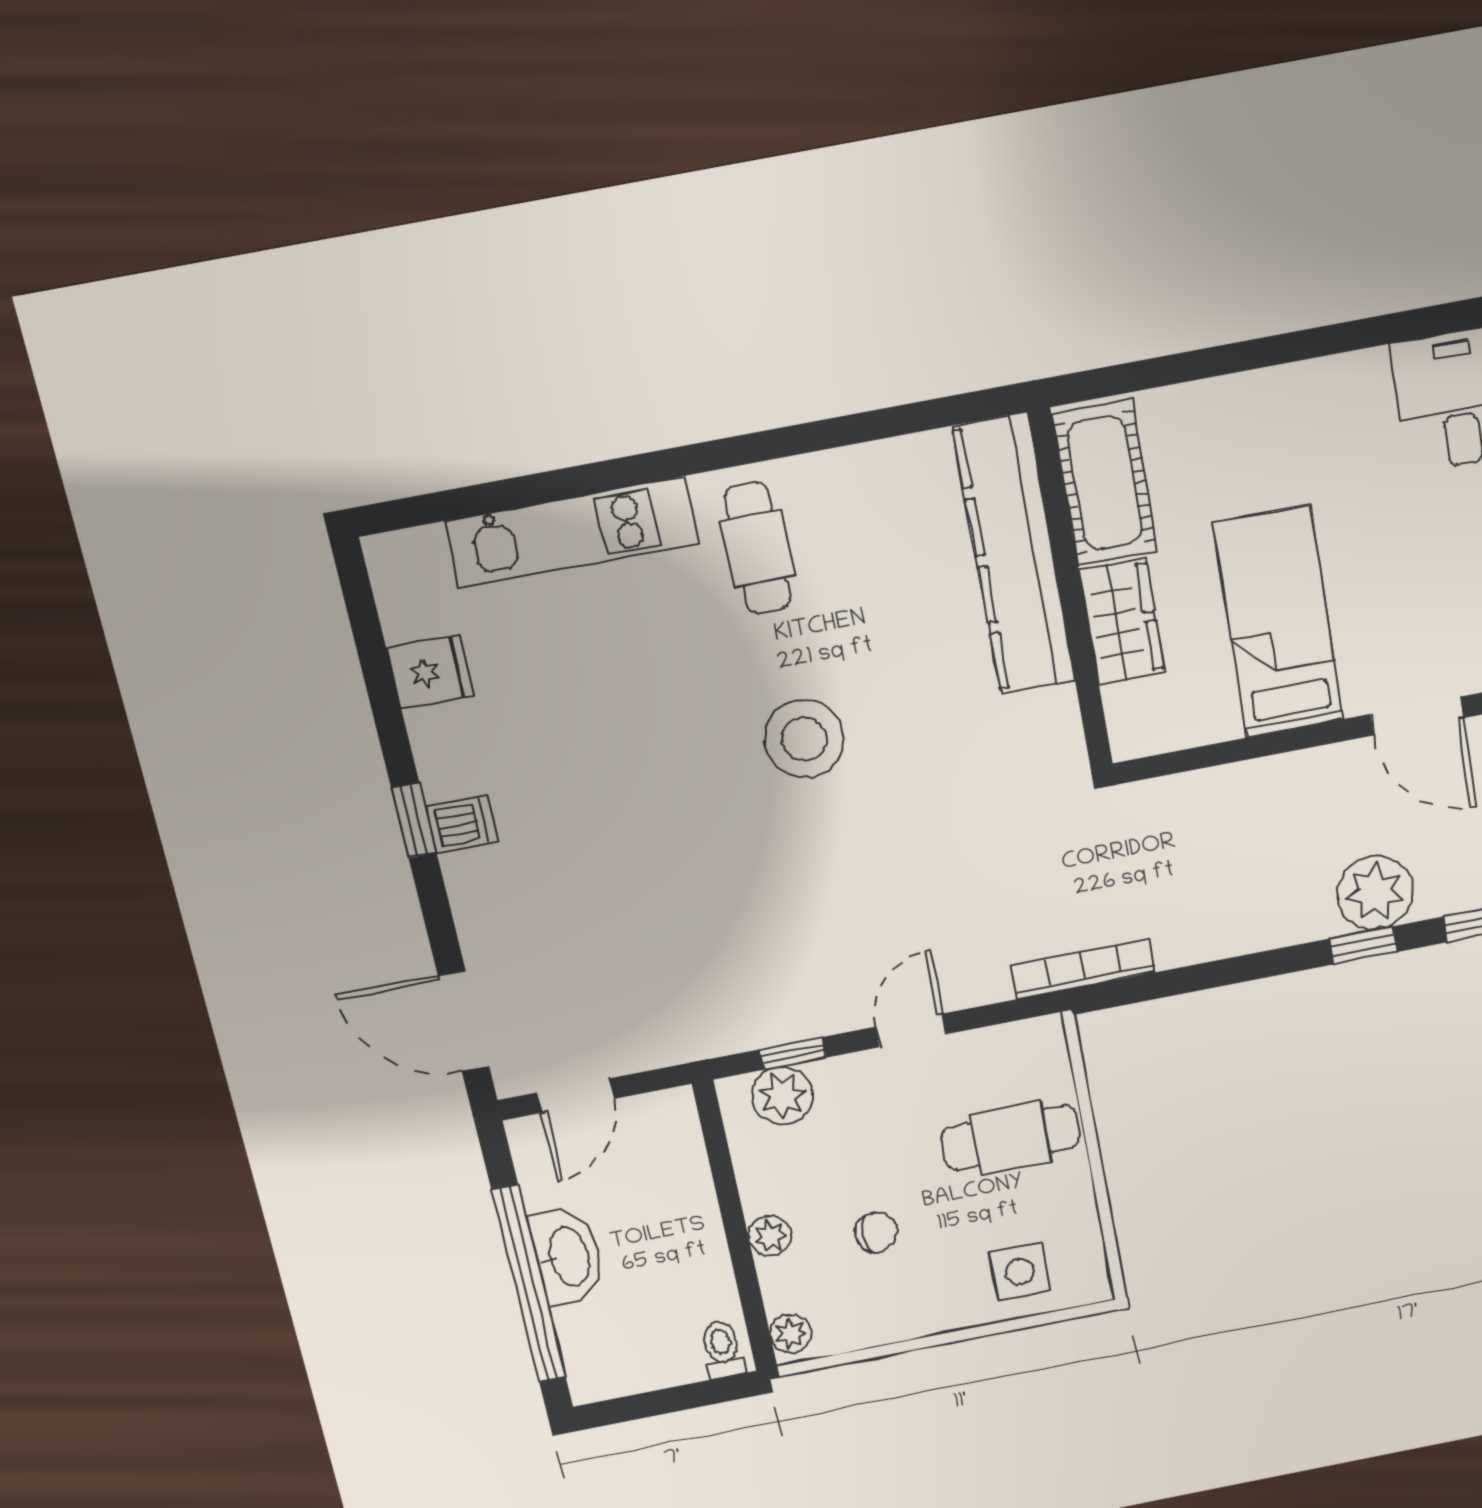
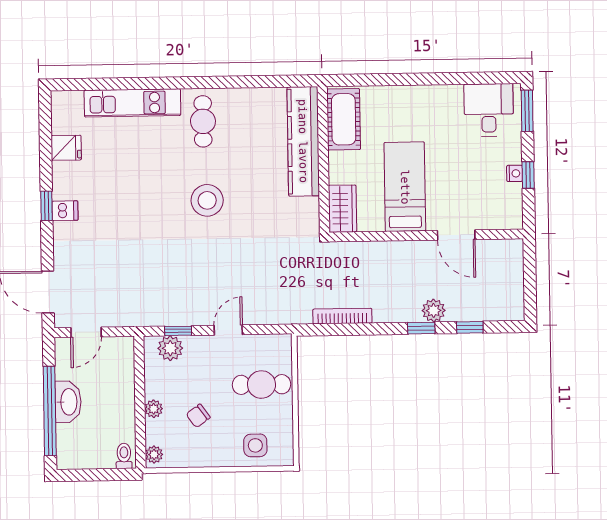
wardrobe: (1122, 622) -> (342, 209), moved
plant: (1375, 893) -> (434, 310), width x0.73, depth x0.73
bookcase: (1083, 969) -> (342, 316), moved
chair: (876, 1232) -> (198, 416), turned 146

